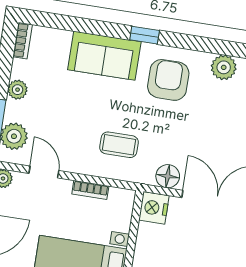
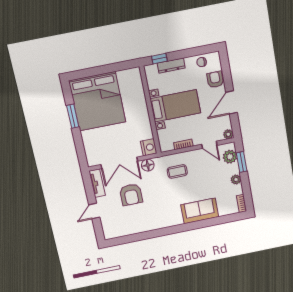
window: (145, 35) -> (184, 227), removed
plant: (224, 67) -> (140, 227), removed
armchair: (168, 80) -> (131, 195), moved

